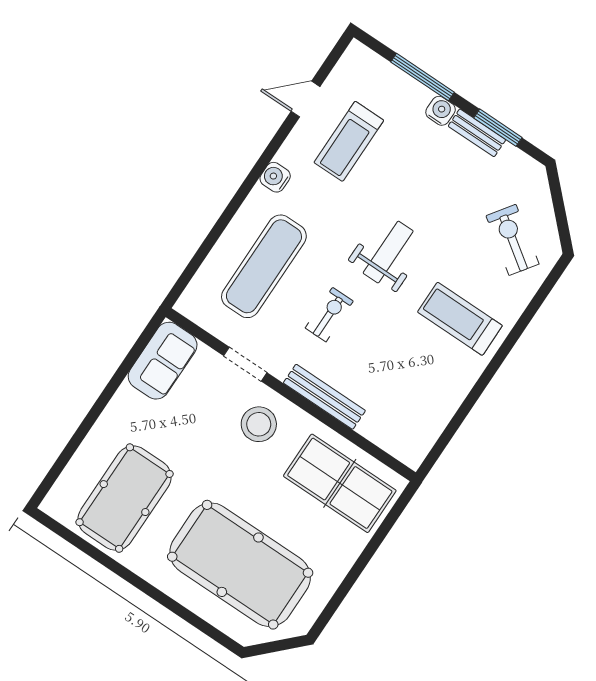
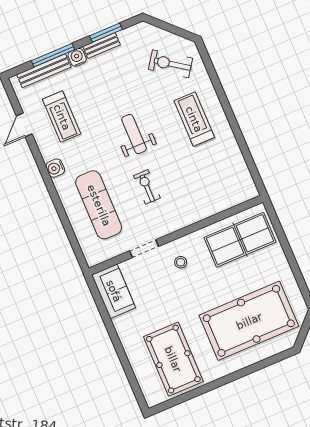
treadmill: (460, 319) -> (194, 119), turned 90
bench: (324, 397) -> (44, 71), moved
stool: (259, 424) -> (181, 262), width x0.53, depth x0.53

